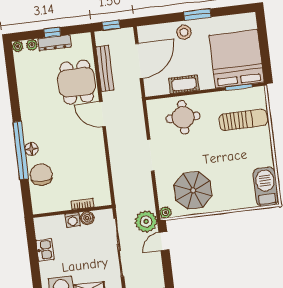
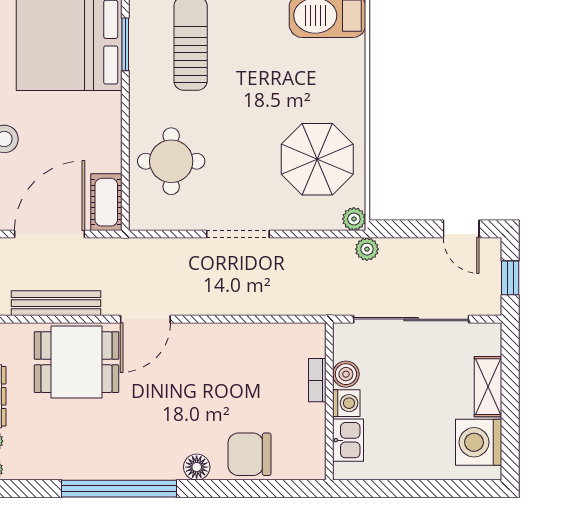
door: (139, 61) -> (50, 234), hinge flipped
cot: (184, 84) -> (106, 202), moved
window: (21, 150) -> (119, 489), moved
plant: (146, 221) -> (367, 249), width x0.53, depth x0.53
door: (164, 241) -> (461, 229), moved
kitchen sink: (45, 250) -> (348, 440), moved, turned 90

